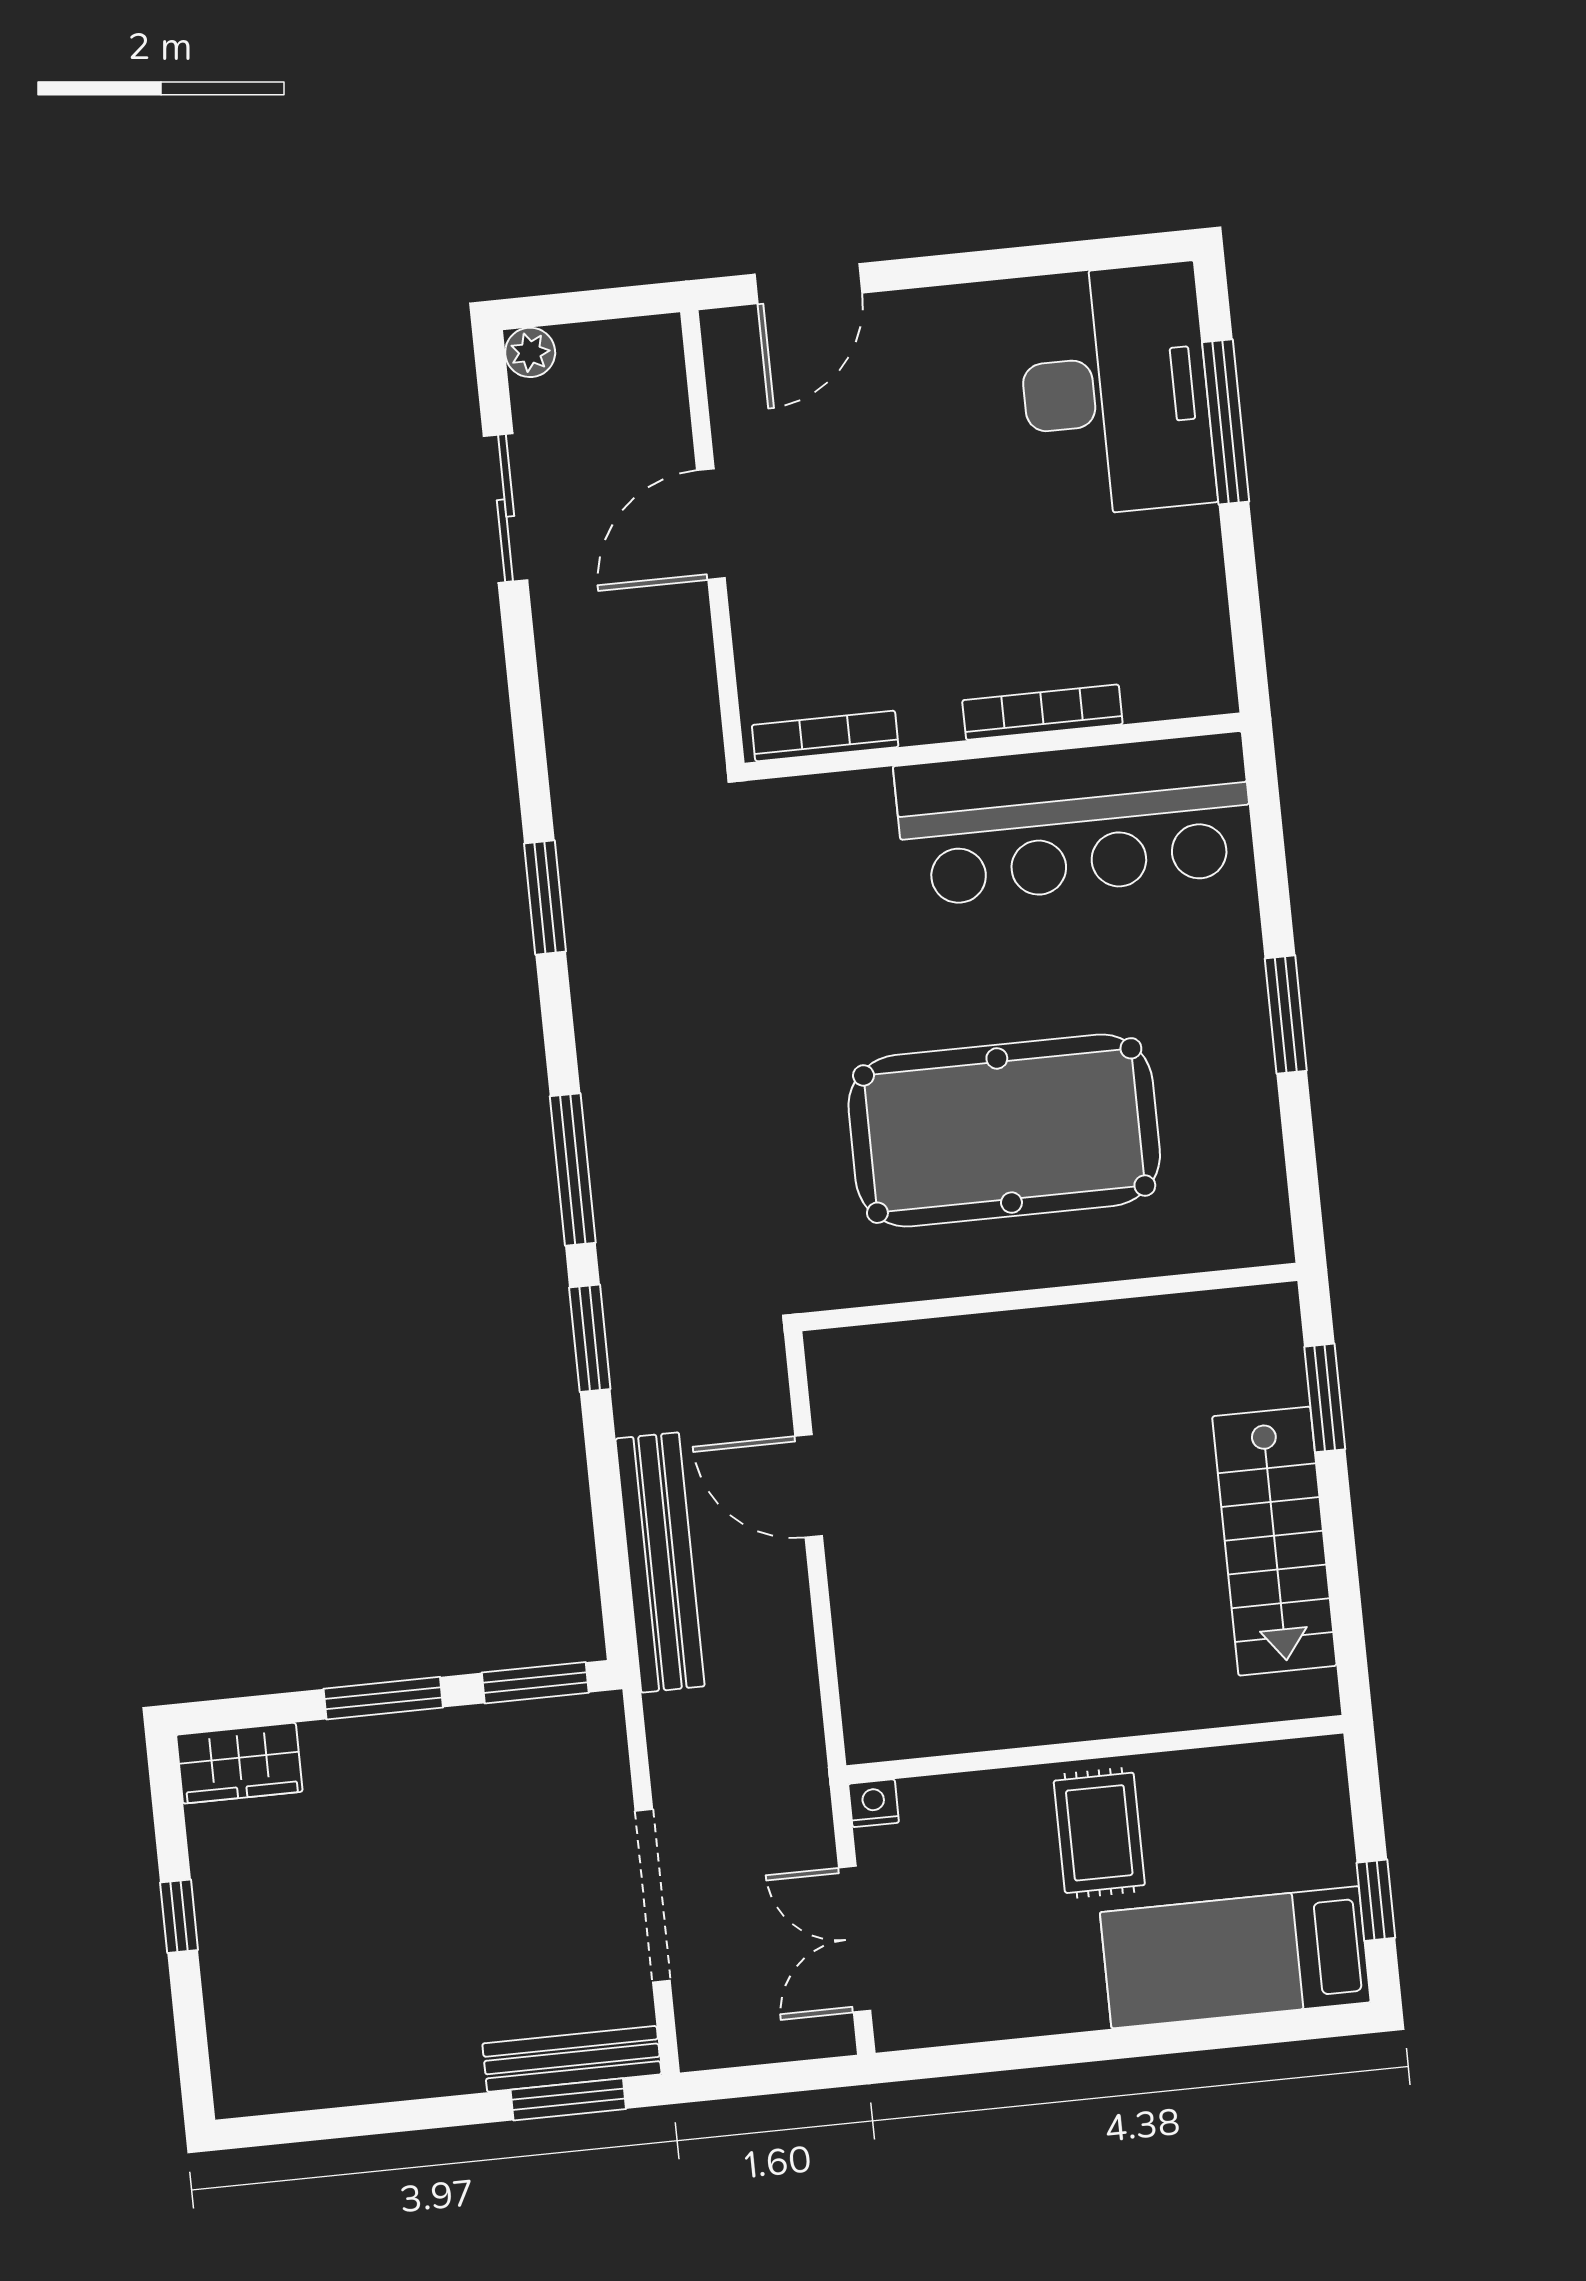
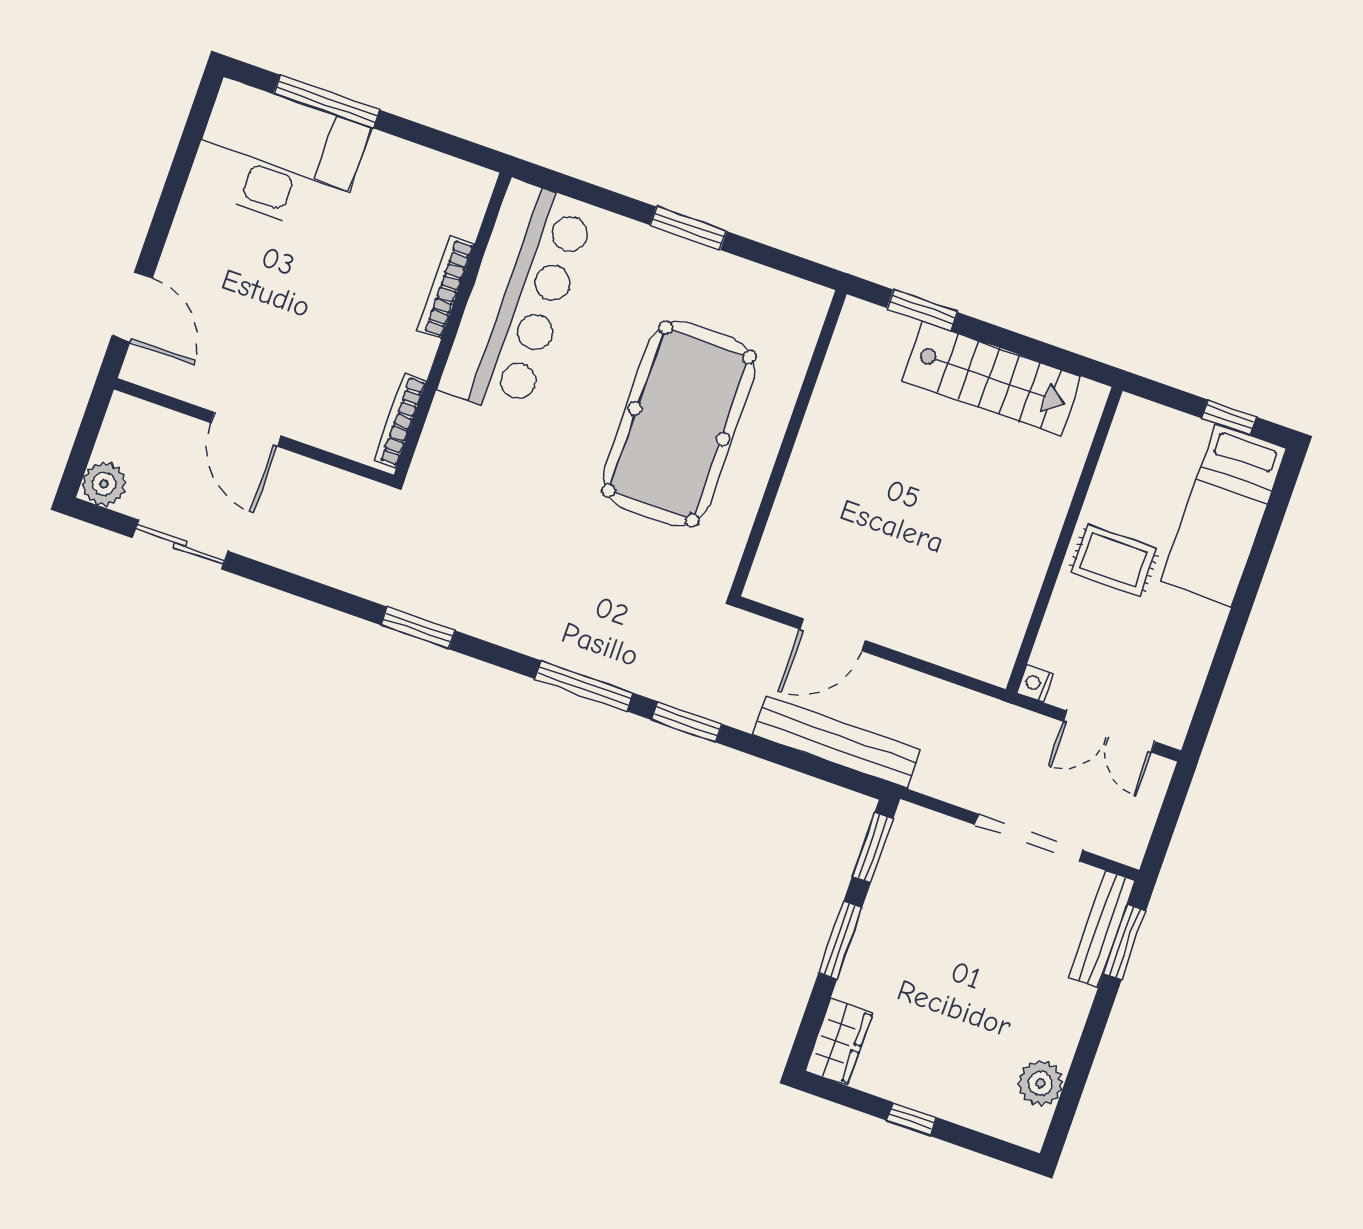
plant: (530, 352) -> (104, 484), width x1.38, depth x1.38
plant: (315, 2074) -> (1040, 1083), added

